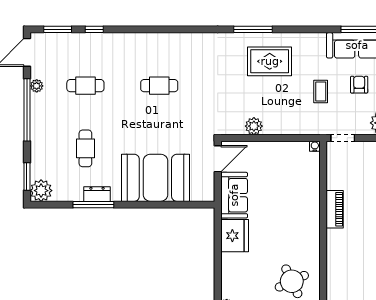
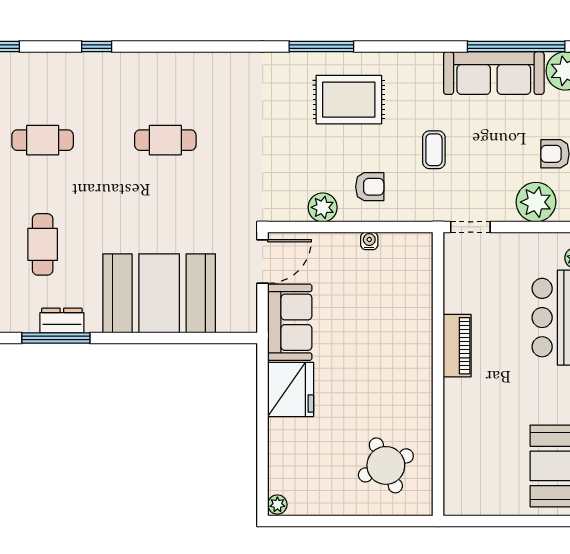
window: (94, 29) -> (97, 47), moved
armchair: (359, 85) -> (370, 187), moved, turned 90
water cooler: (315, 146) -> (369, 241), moved

